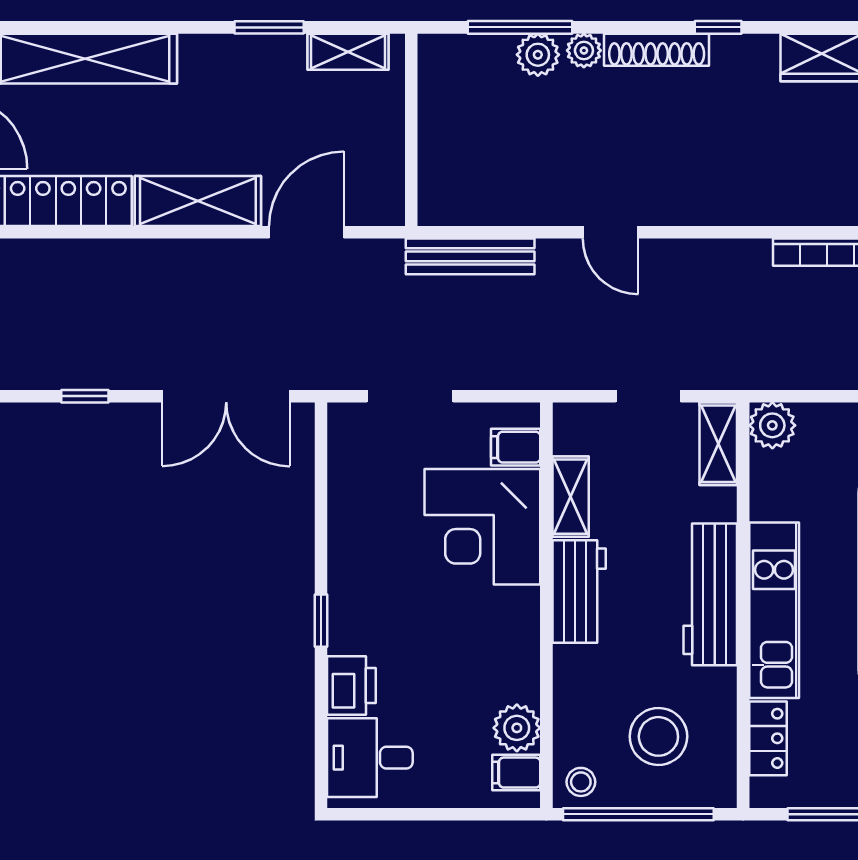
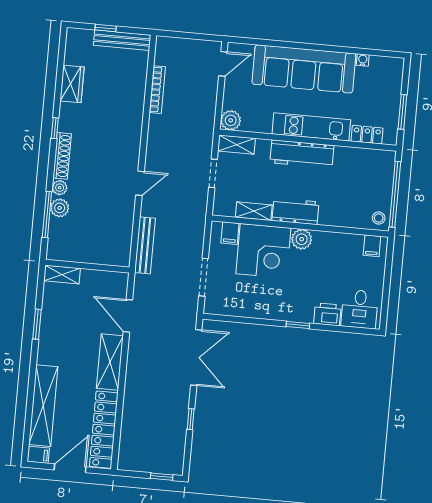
shelving: (348, 52) -> (62, 275), moved, turned 90
plant: (517, 728) -> (302, 239), moved
stool: (658, 736) -> (362, 182), removed

